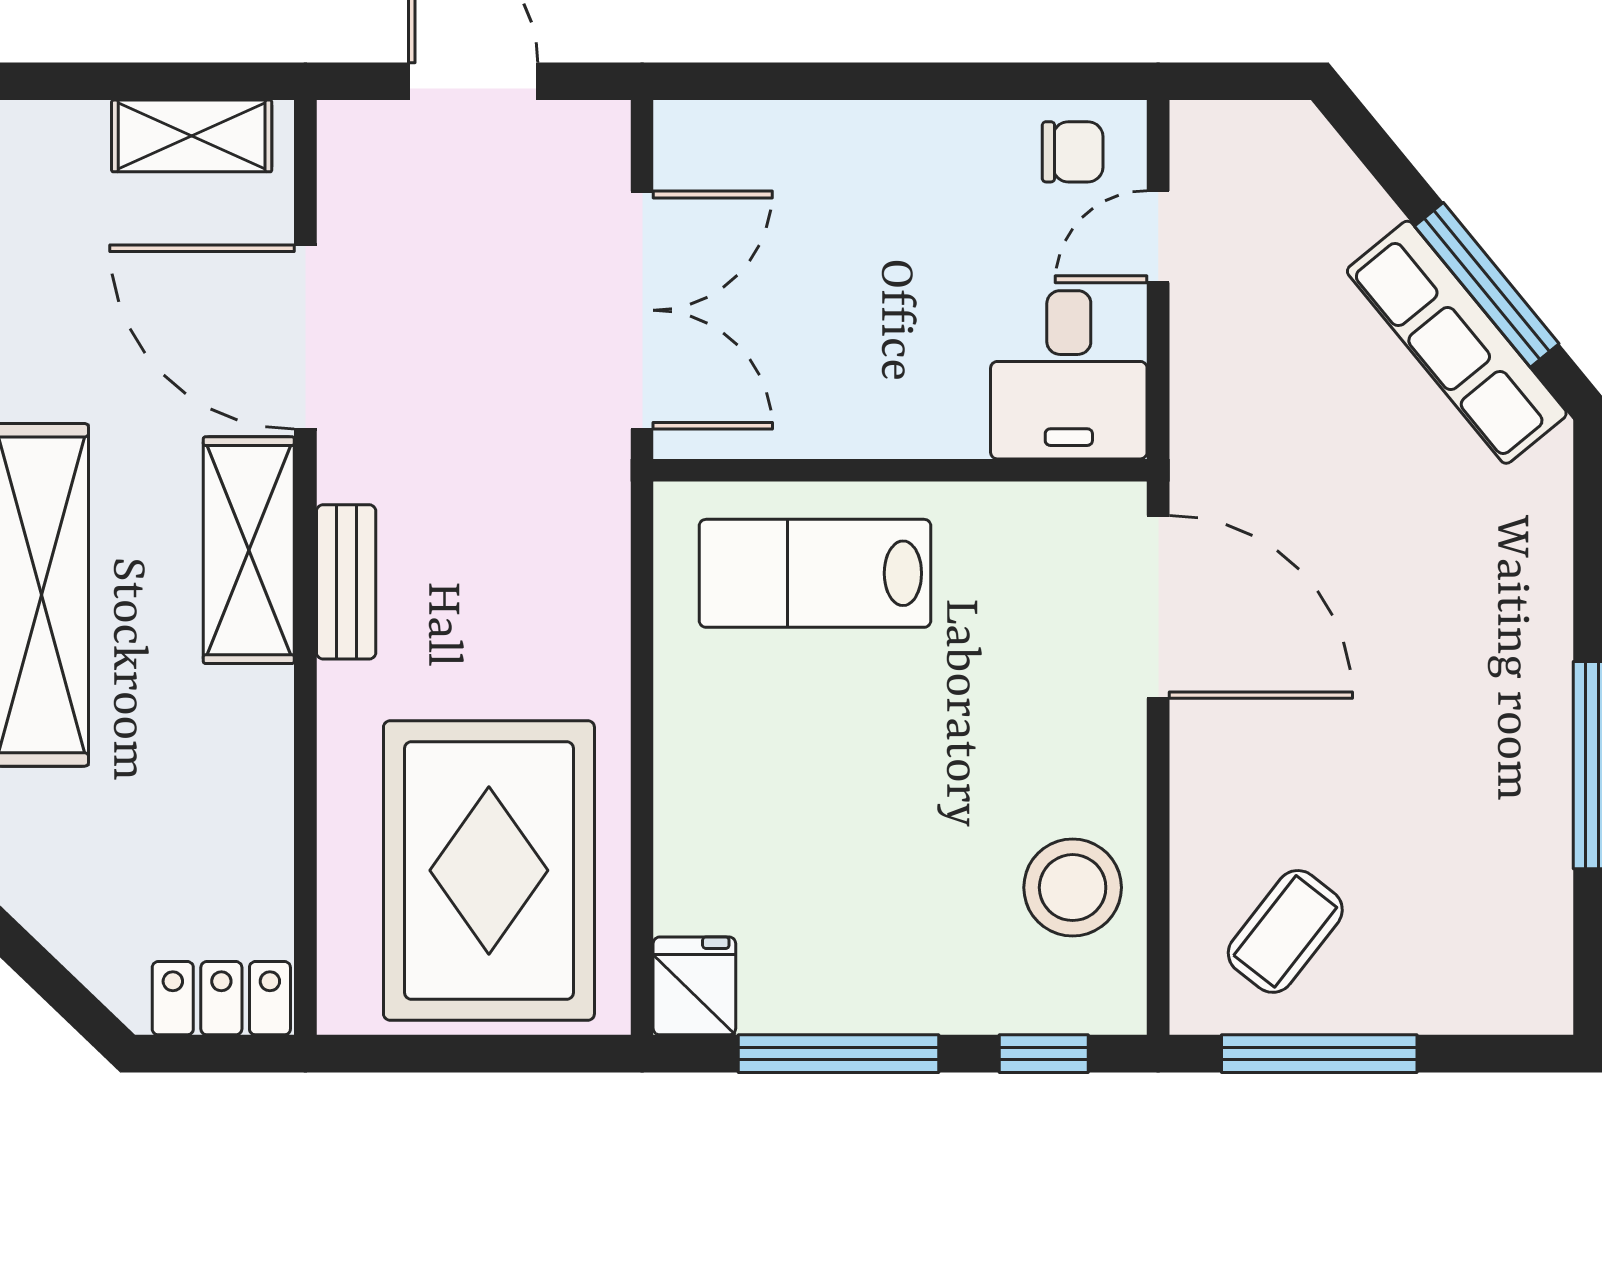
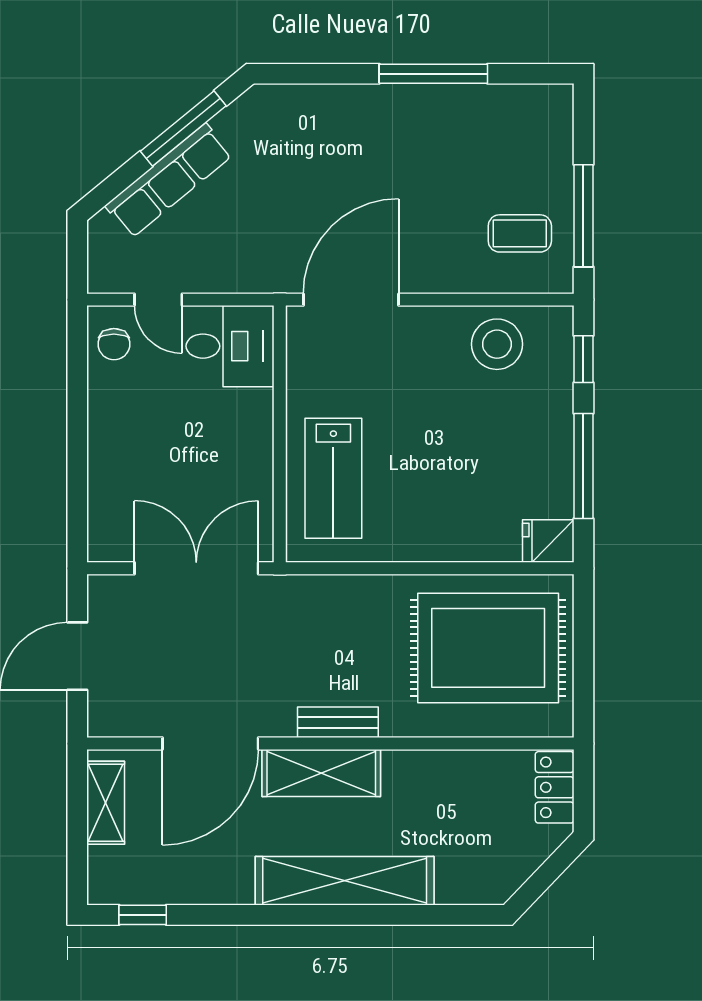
chair: (1073, 152) -> (114, 344), turned 180
row of seats: (1457, 342) -> (169, 181), moved
coffee table: (1285, 931) -> (520, 233), turned -38

